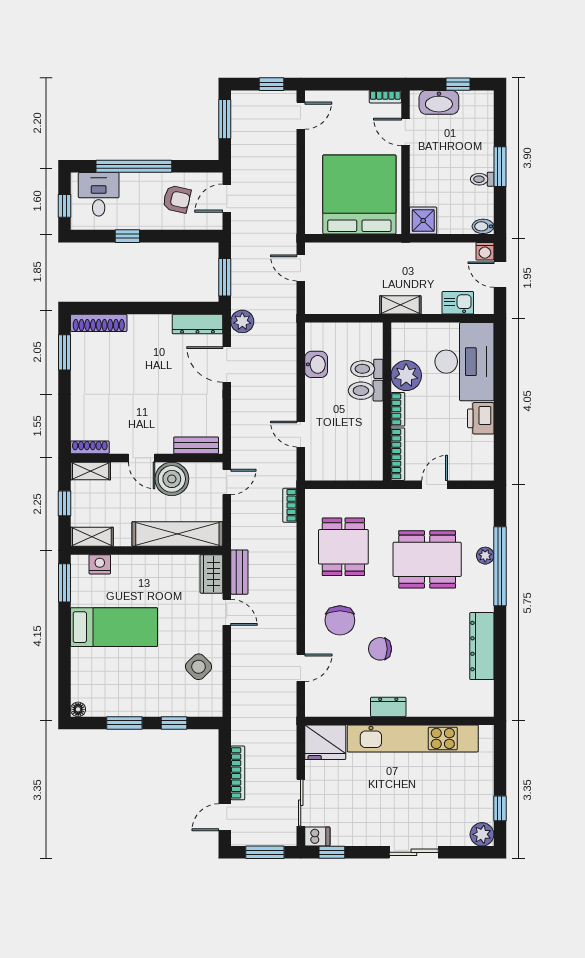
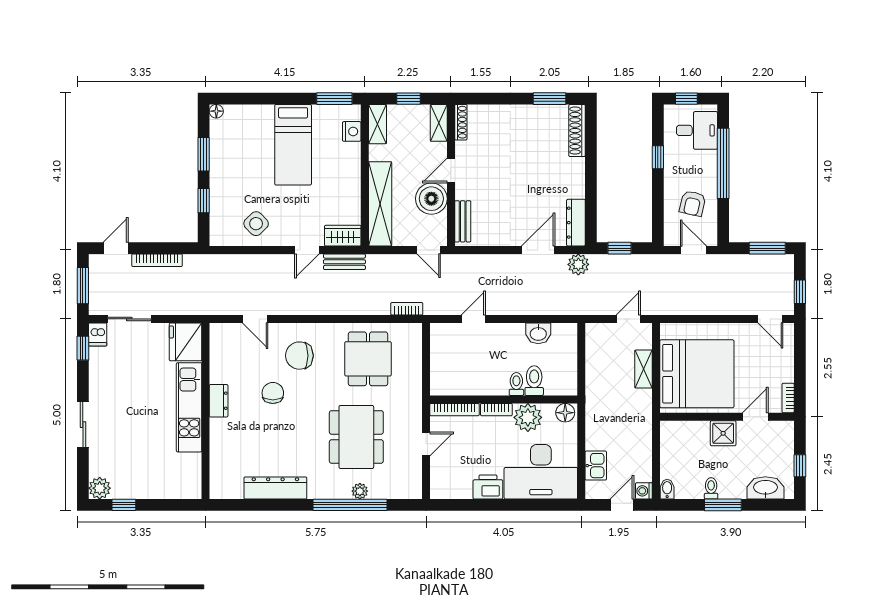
washbasin: (439, 102) -> (765, 488), moved, turned 90
shower: (423, 221) -> (723, 433), moved
window: (225, 277) -> (620, 248), width x0.67
shelving: (400, 305) -> (644, 369), moved
floor lamp: (401, 336) -> (565, 413), added
toilet: (366, 391) -> (516, 384), width x0.73, depth x0.72
door: (435, 485) -> (426, 444), hinge flipped
dining table: (343, 547) -> (368, 359), turned 90
kitchen unit: (413, 738) -> (189, 407), width x0.73
door: (225, 817) -> (116, 248), hinge flipped

